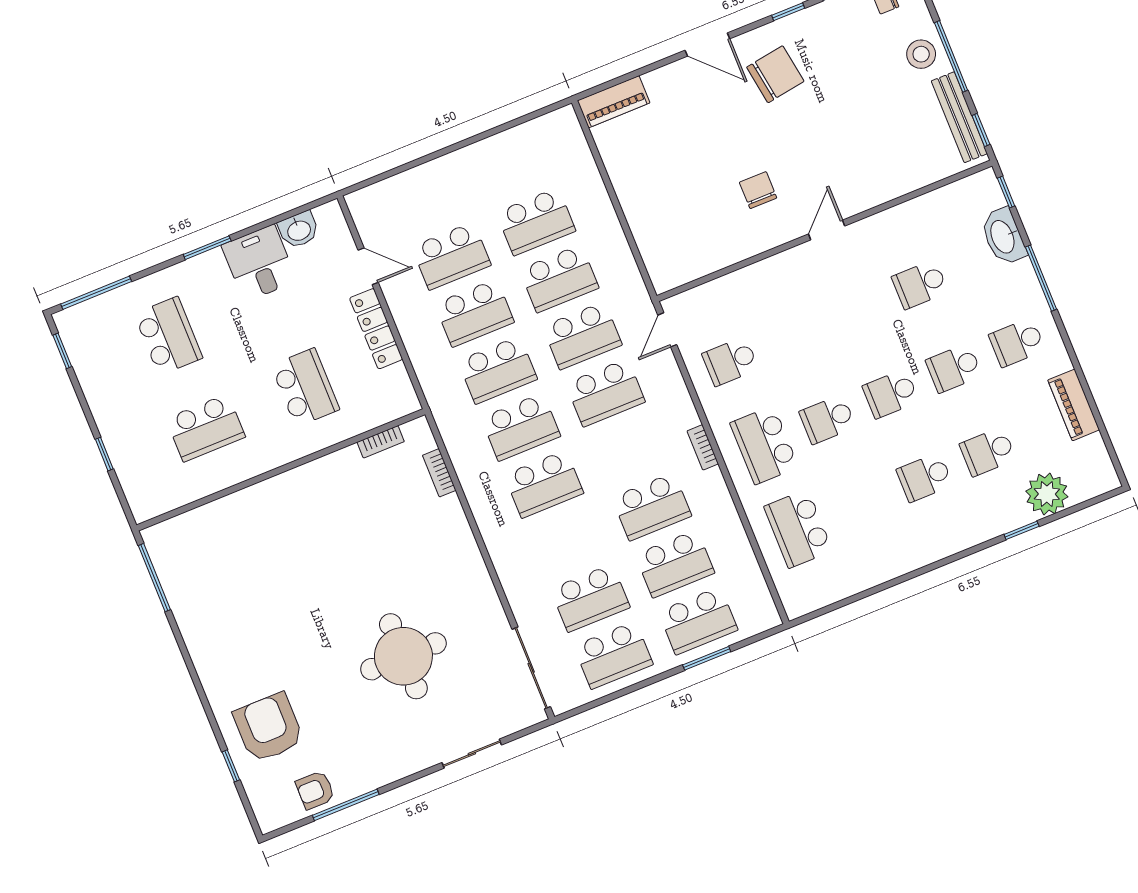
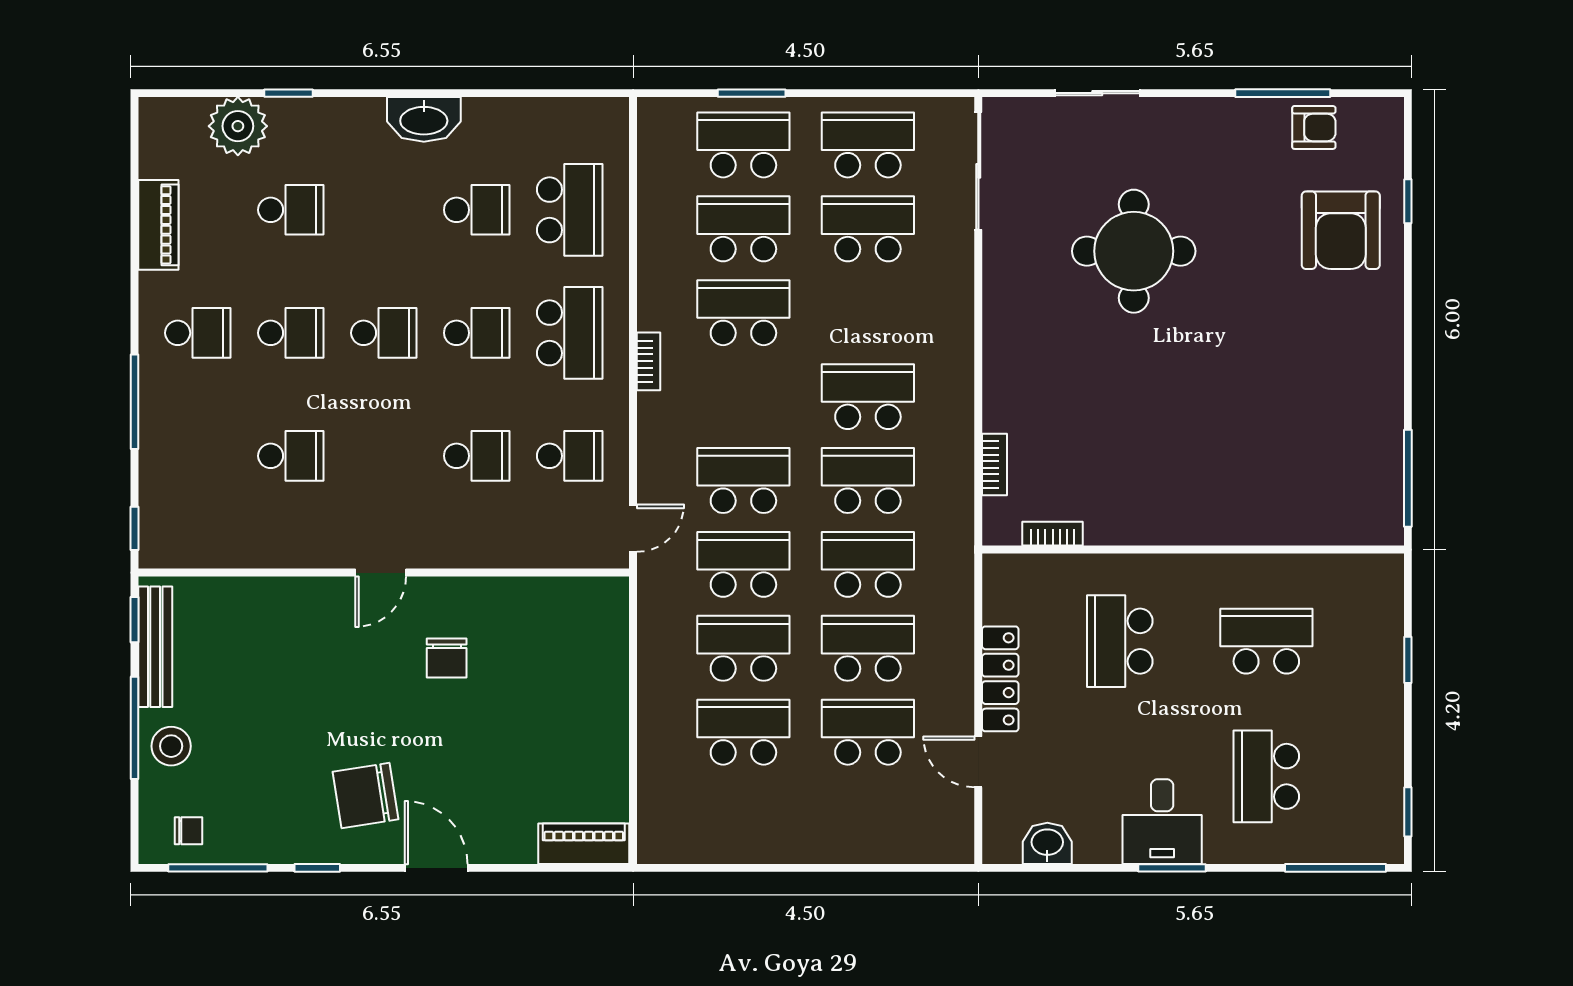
washbasin: (1003, 236) -> (424, 119), moved, turned 90
desk: (259, 263) -> (1162, 822), moved
school desk: (793, 336) -> (477, 456), added
school desk: (925, 477) -> (477, 210), moved

